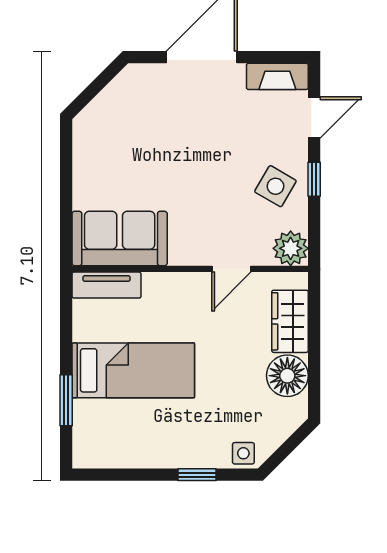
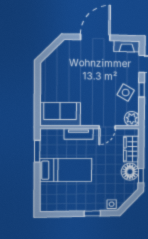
tv unit: (107, 285) -> (79, 134), moved
window: (314, 385) -> (141, 176), added
window: (66, 400) -> (37, 151), moved

